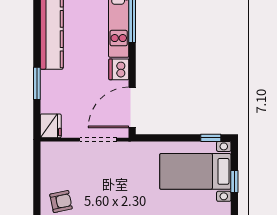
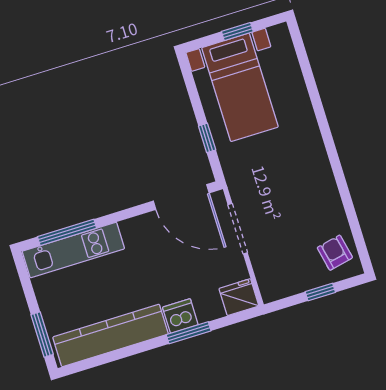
dishwasher: (119, 69) -> (180, 316), moved, turned 180
window: (211, 138) -> (207, 138), moved
window: (37, 183) -> (320, 292), added

